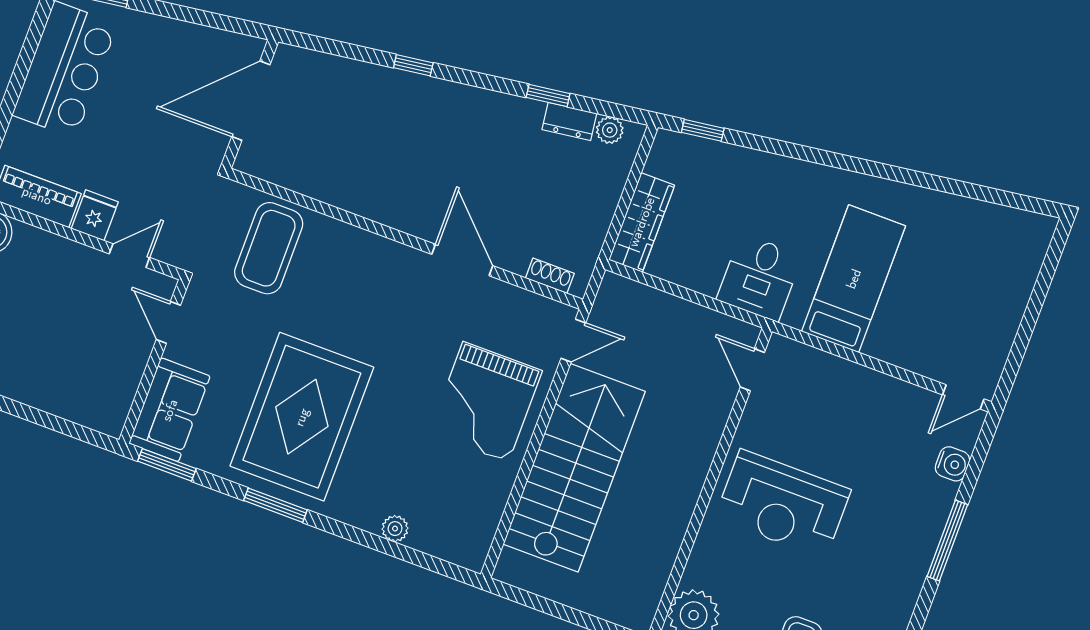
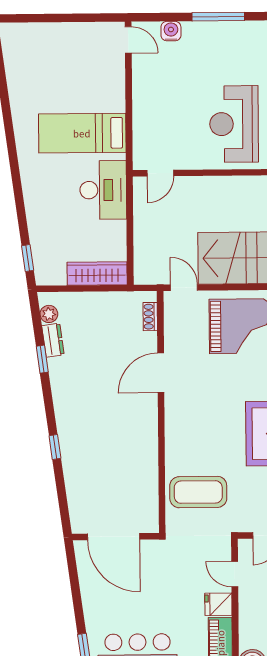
desk: (759, 278) -> (103, 190), width x1.37
reception desk: (783, 504) -> (234, 124), turned 180

